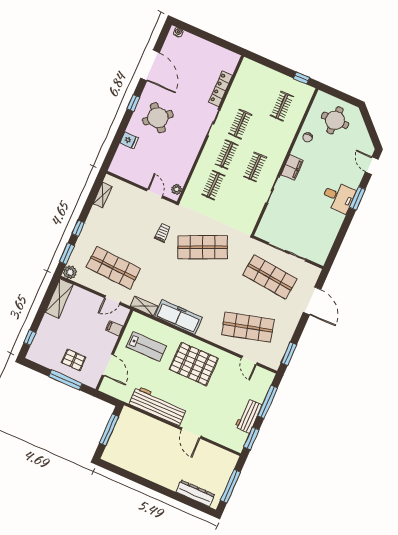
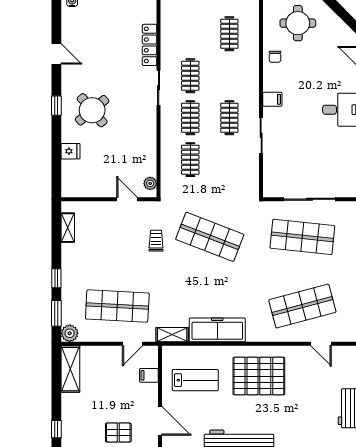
door: (150, 65) -> (56, 54), width x0.53
filing cabinet: (292, 167) -> (272, 99), width x0.50
shop shelf: (203, 247) -> (210, 237), turned 45

